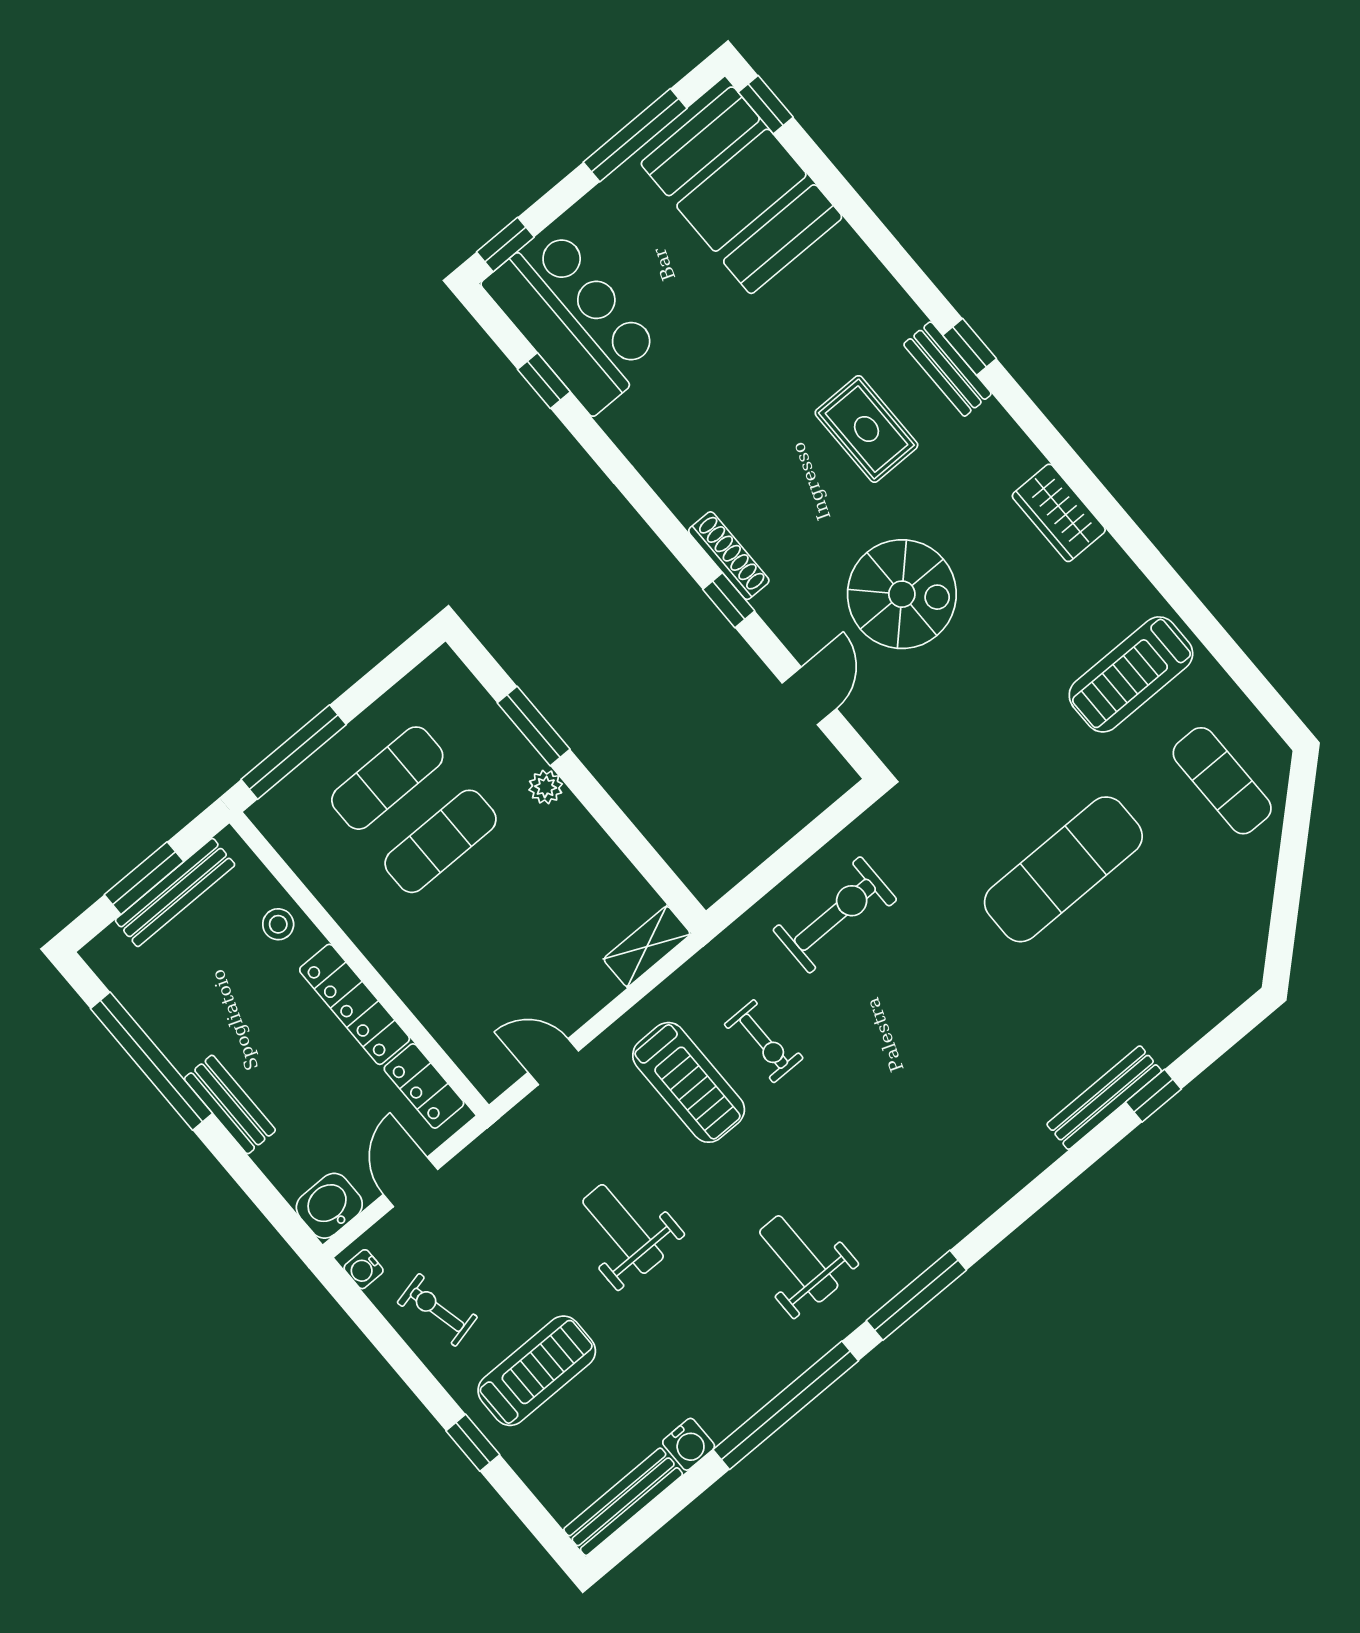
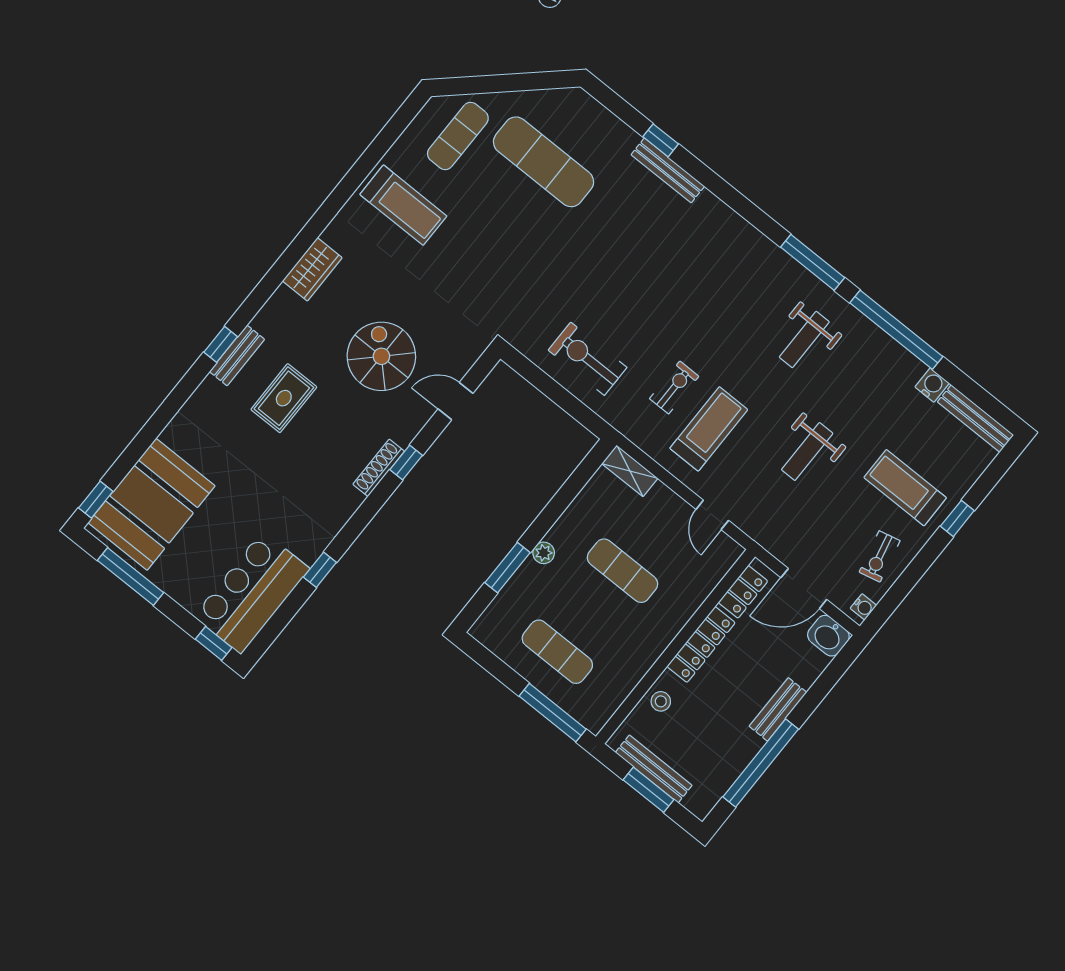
window: (544, 381) -> (320, 570), moved
exercise mat: (441, 841) -> (623, 571), moved
exercise mat: (1063, 869) -> (544, 162), moved
door: (410, 1182) -> (804, 588), width x1.38

